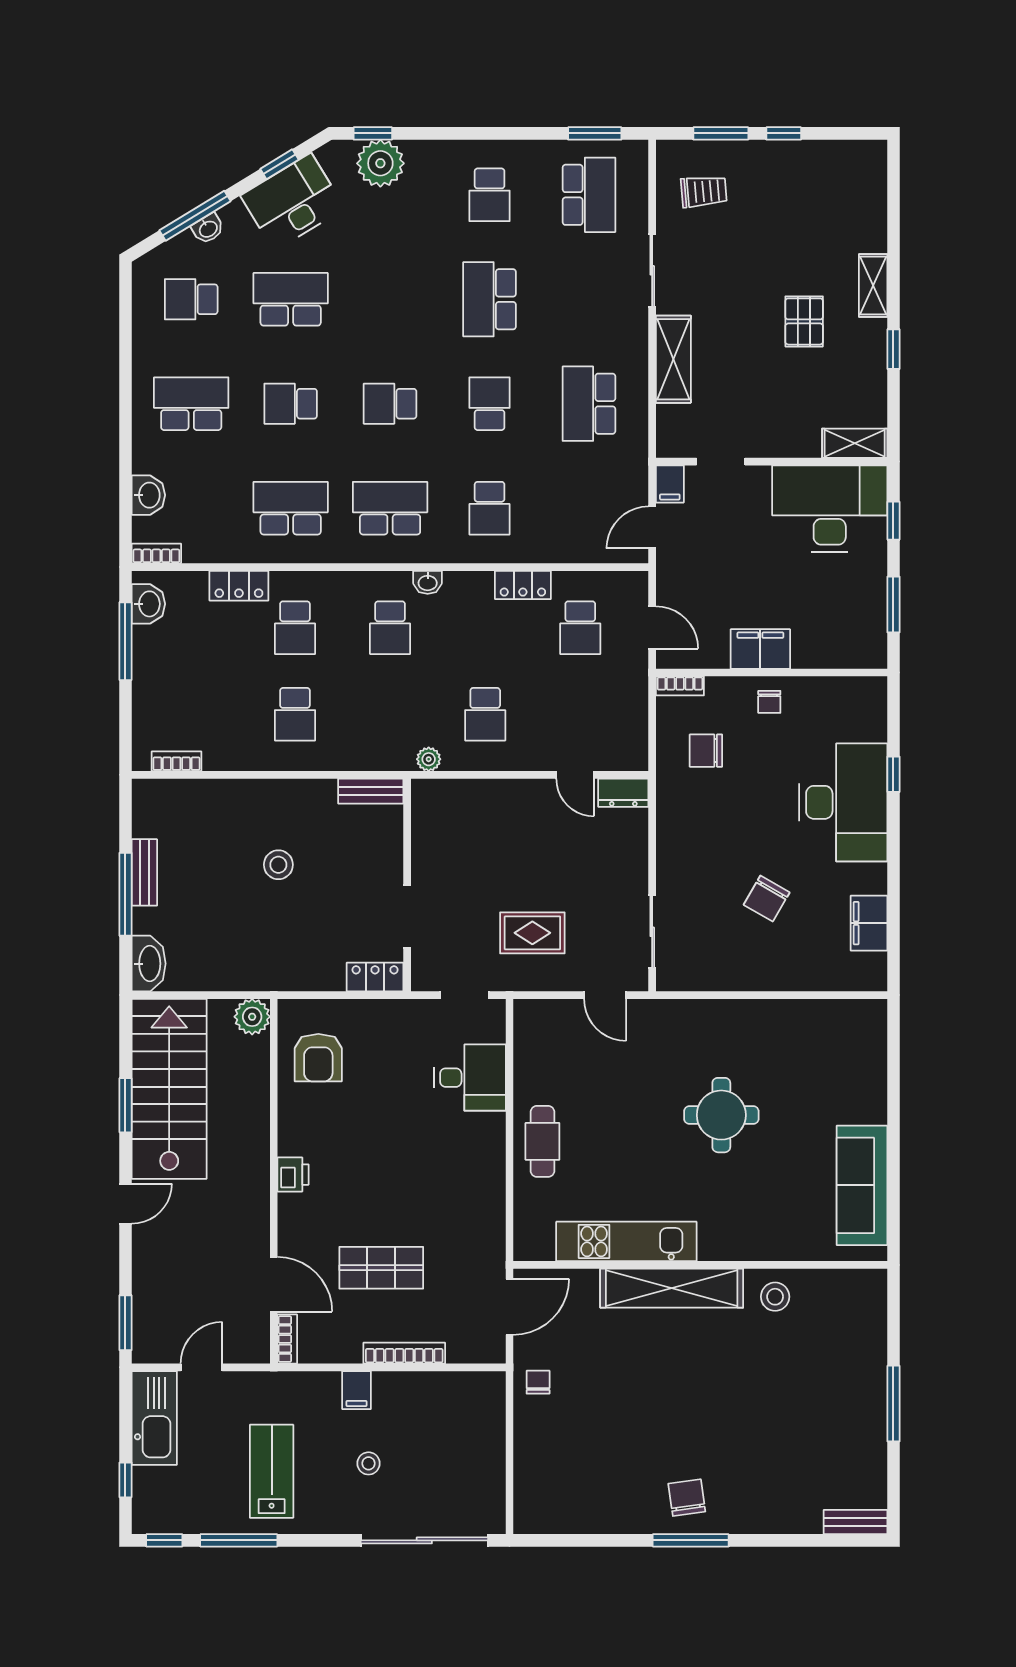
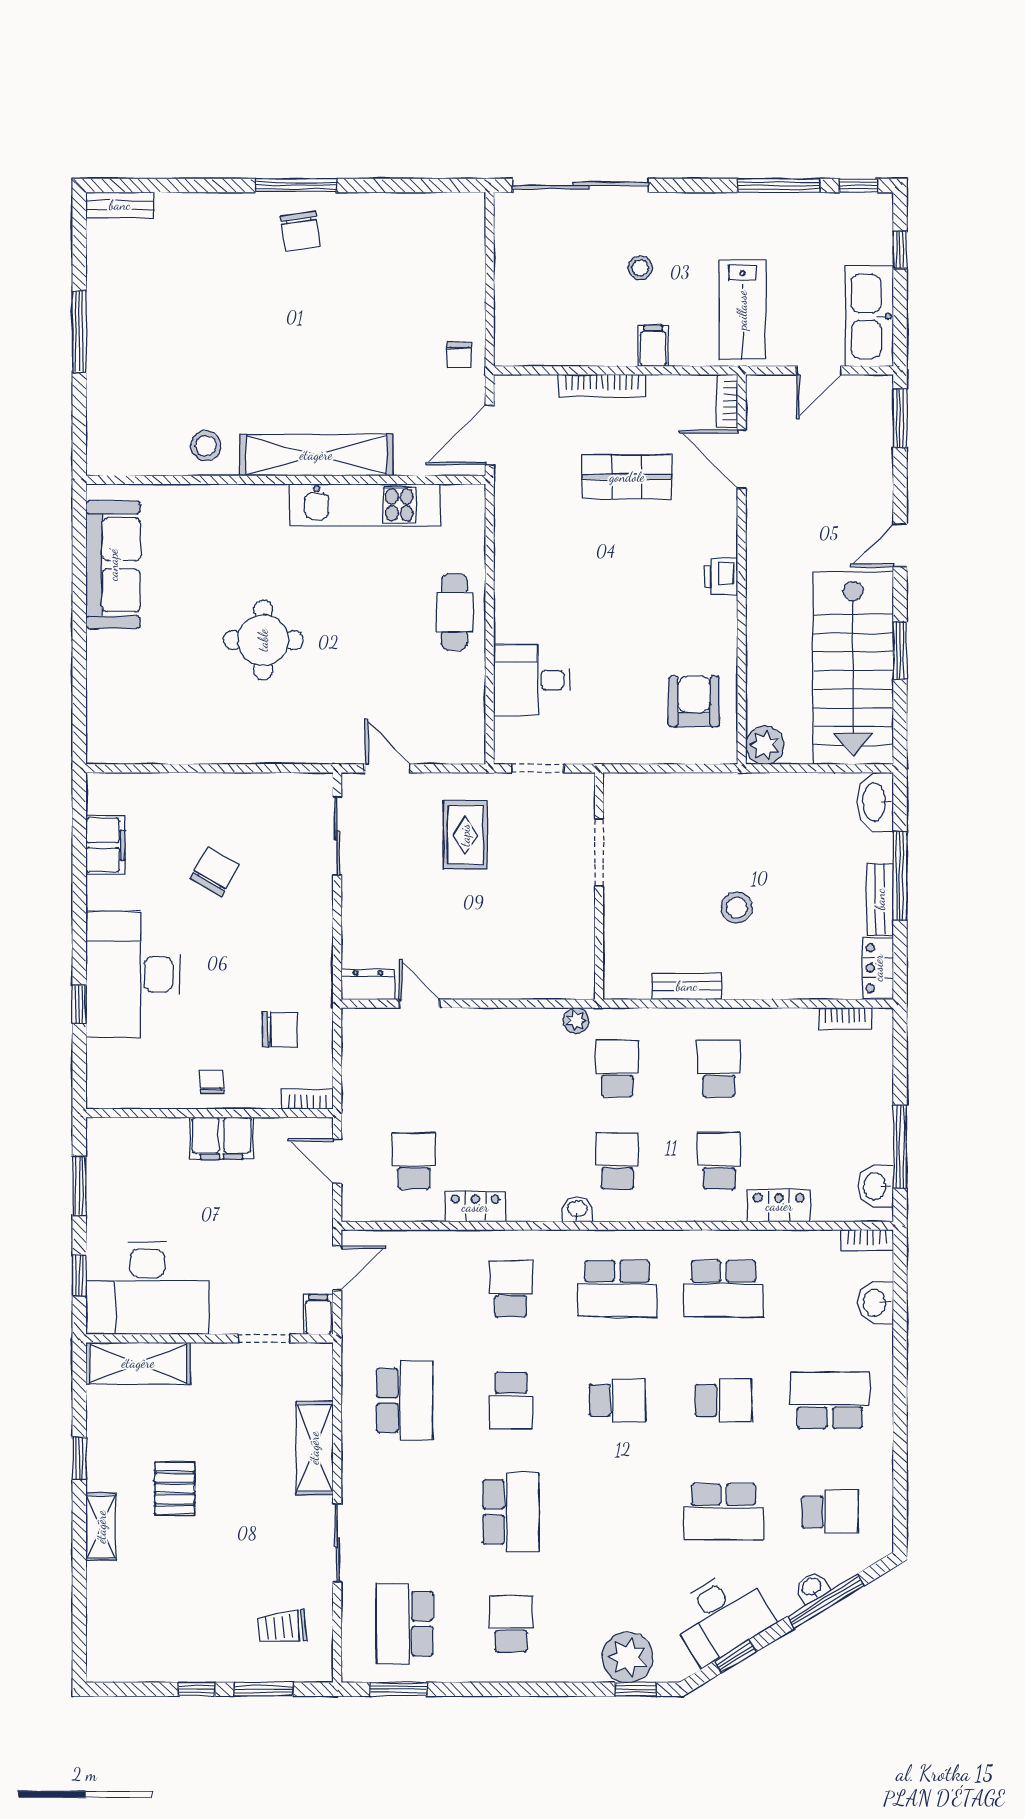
school desk: (191, 404) -> (830, 1400), turned 180
shelving: (855, 443) -> (138, 1363), width x1.50, depth x1.33
school desk: (485, 714) -> (617, 1068), moved
bench: (371, 791) -> (687, 986), moved
rug: (532, 933) -> (465, 835), turned 90
locker: (375, 977) -> (878, 968), moved, turned 90
lab bench: (272, 1471) -> (742, 310), moved

